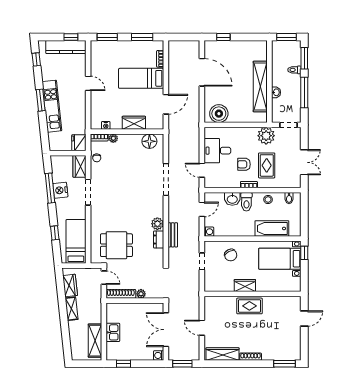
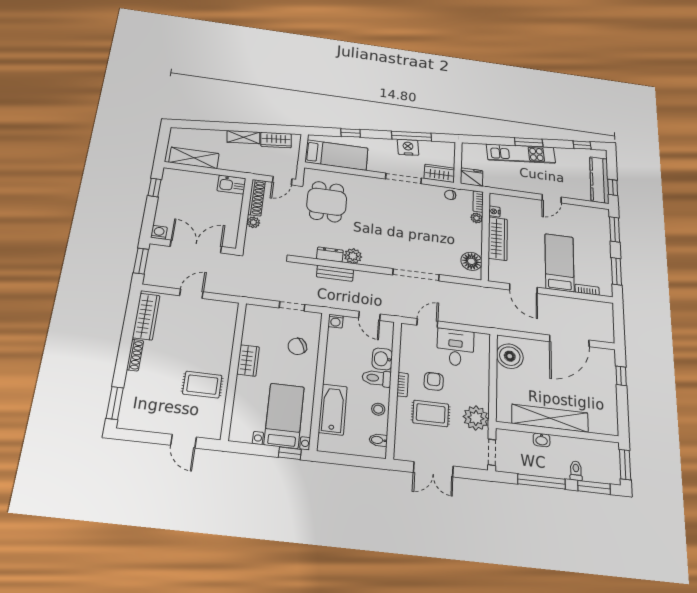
wardrobe: (134, 123) -> (498, 239), width x1.50
rug: (249, 306) -> (202, 385), moved, turned 90
kitchen sink: (113, 332) -> (232, 185), moved

